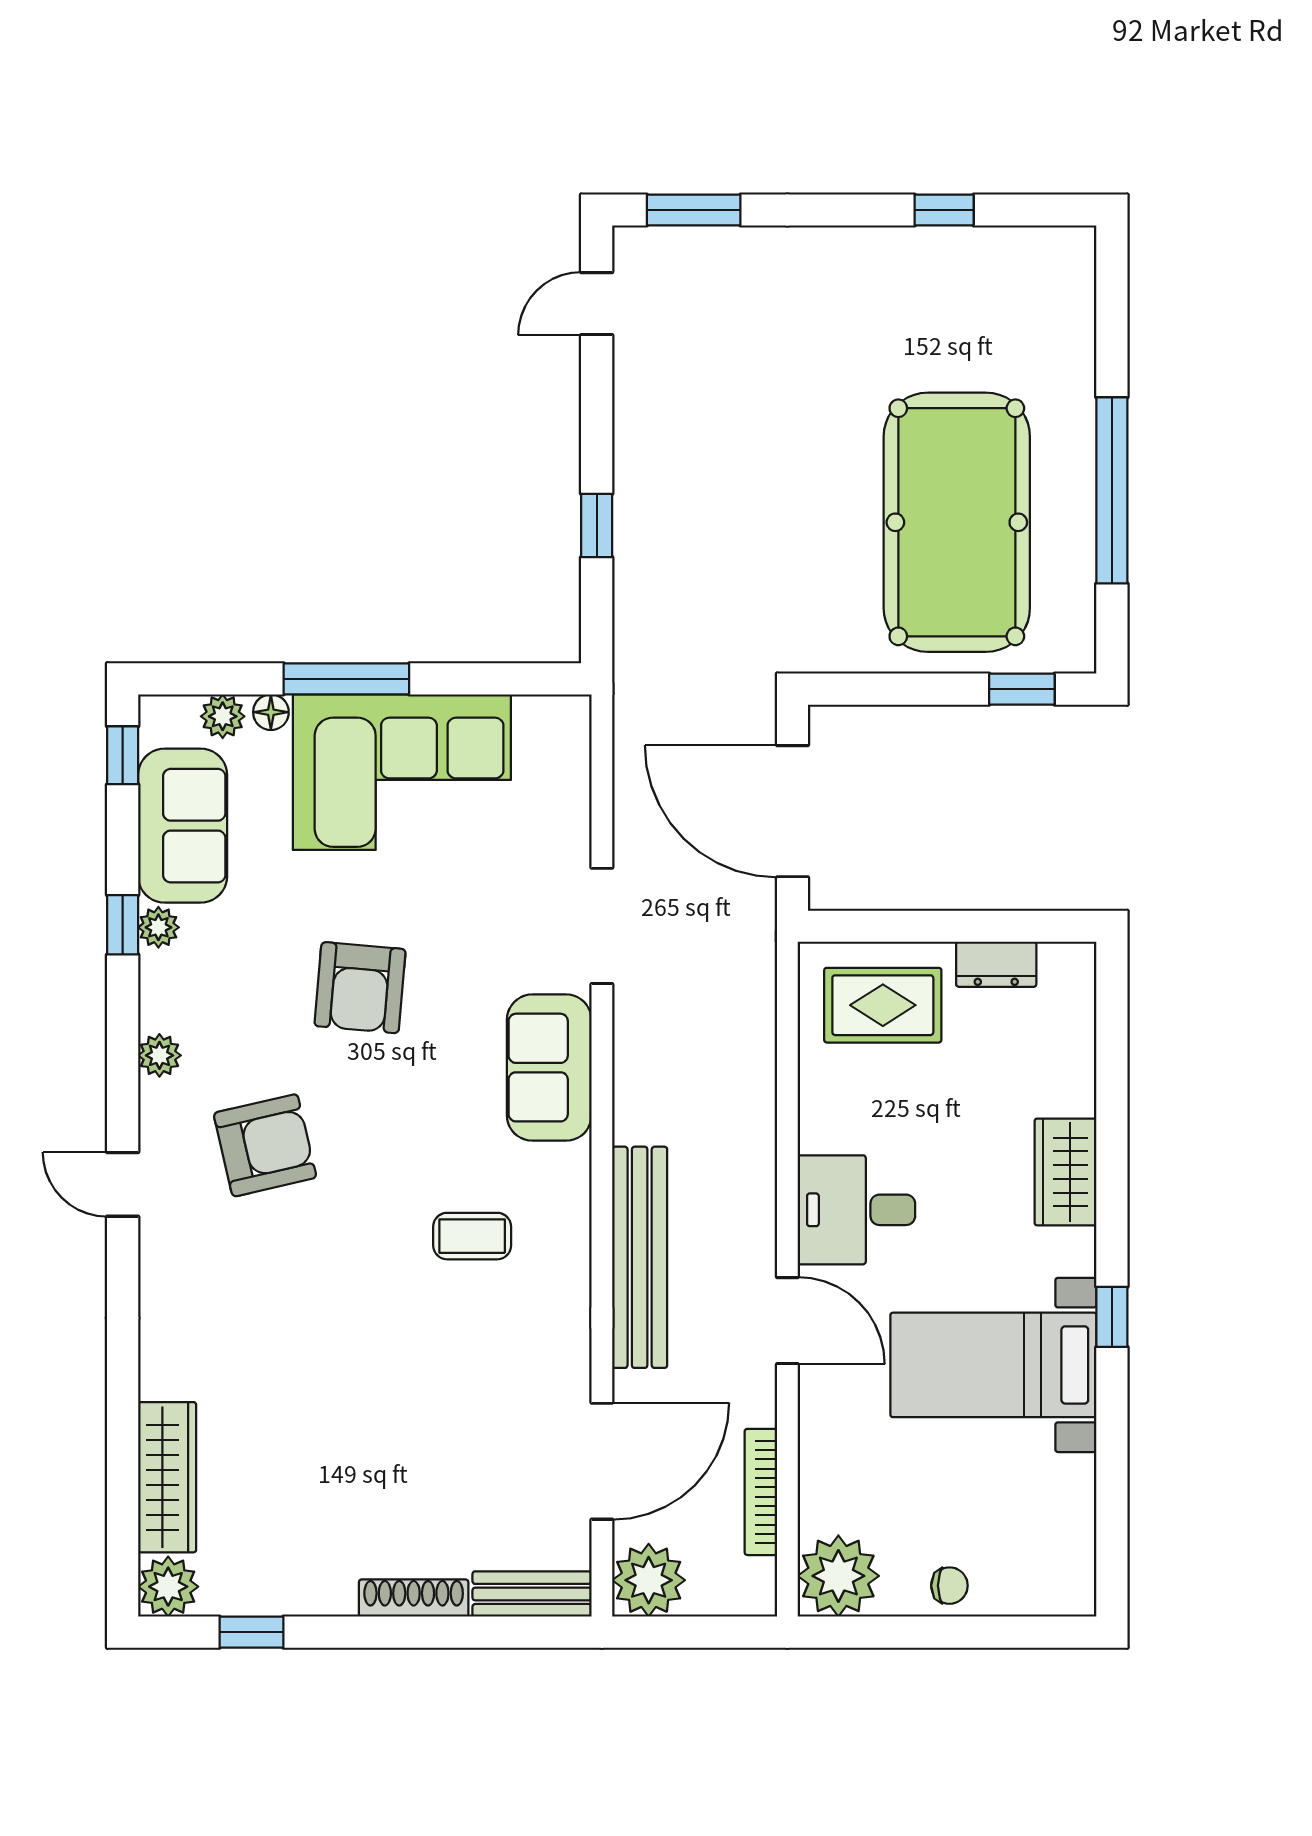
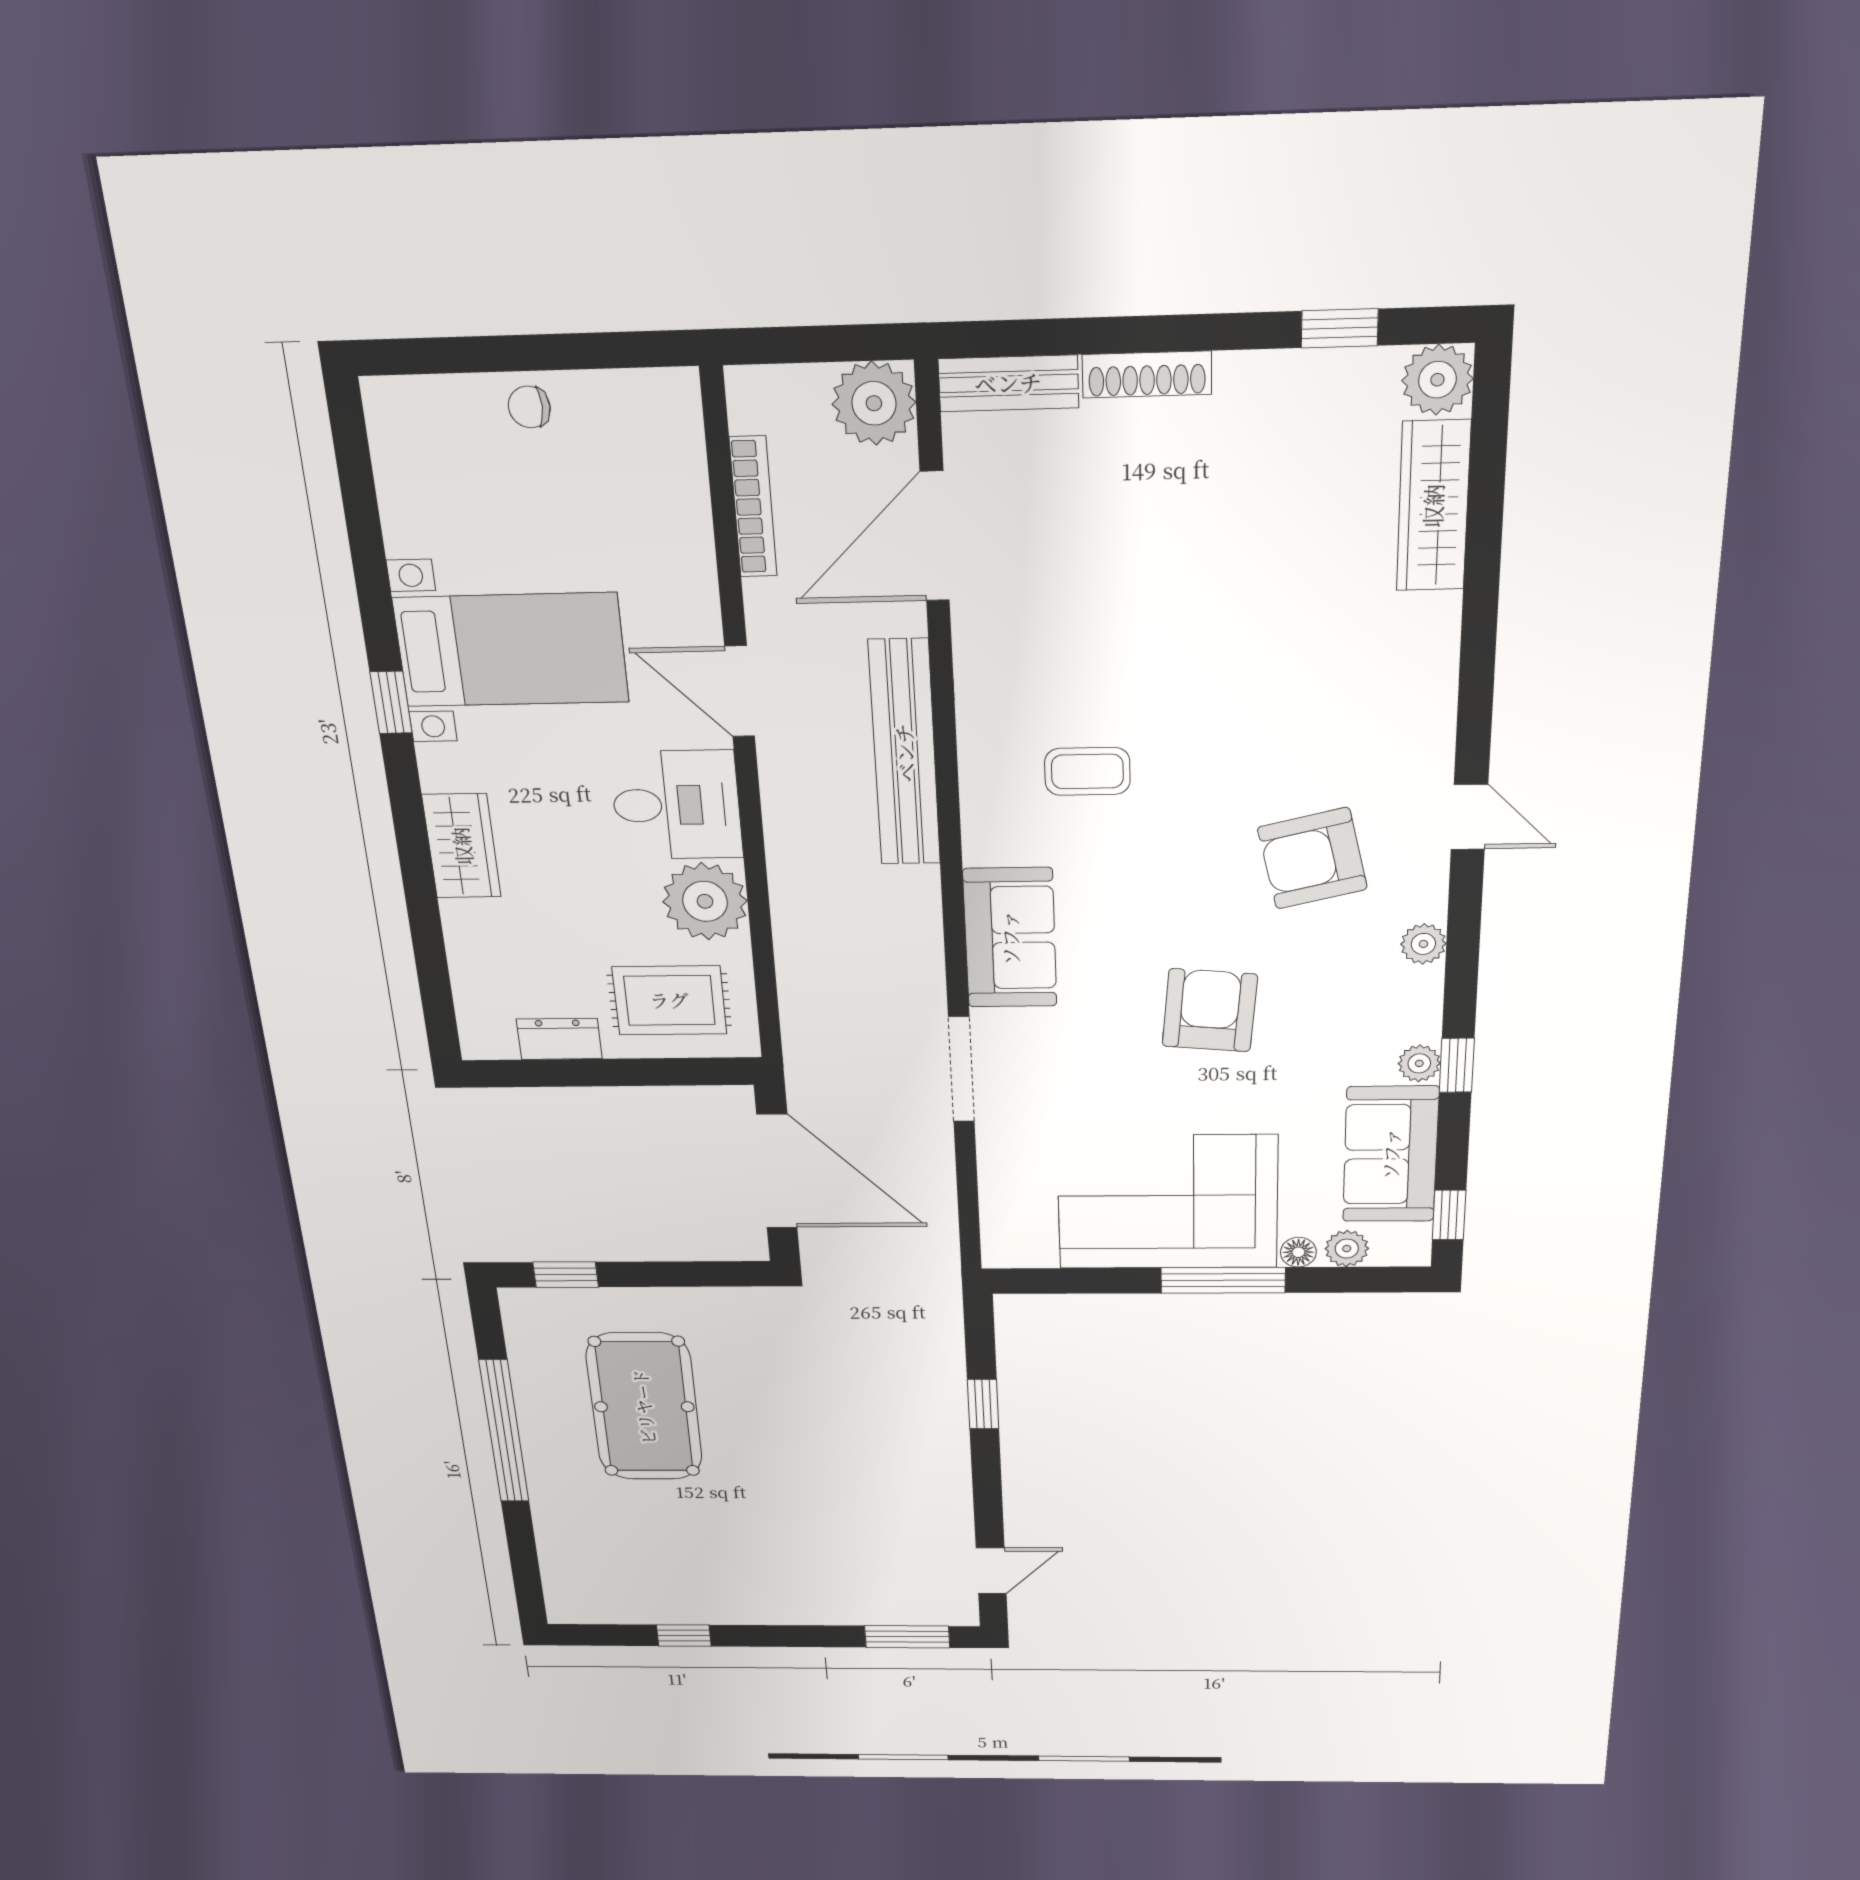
pool table: (957, 522) -> (644, 1407), width x0.73, depth x0.76
plant: (838, 1576) -> (705, 901), moved

